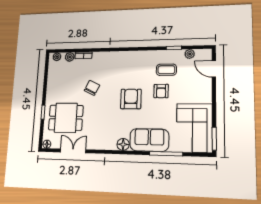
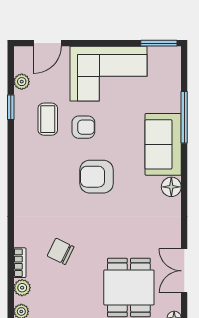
chair: (92, 88) -> (61, 251), moved
corner sofa: (194, 128) -> (108, 74), moved

